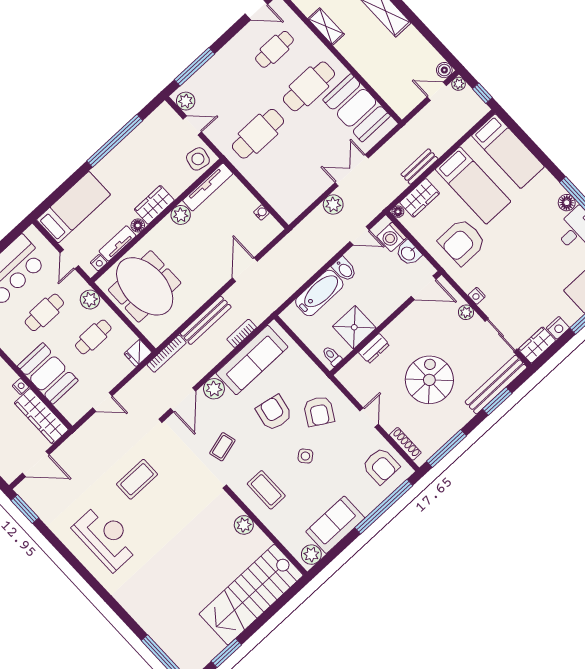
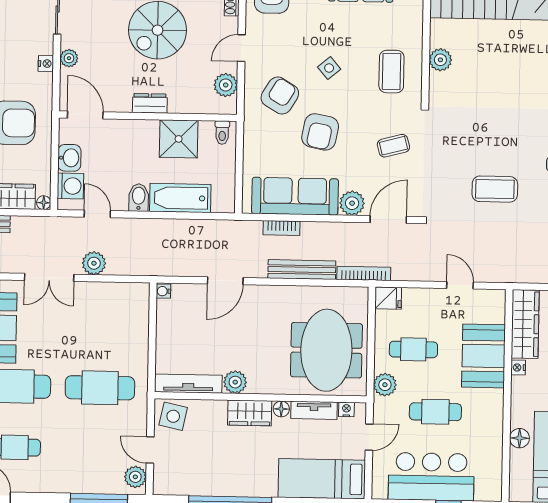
water cooler: (261, 212) -> (163, 291), moved
dresser: (374, 348) -> (150, 103), moved
plant: (357, 386) -> (226, 85), added

